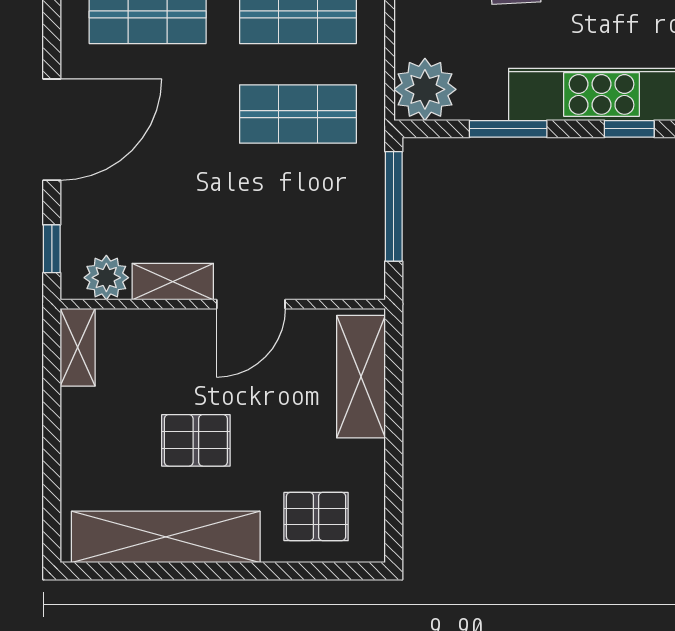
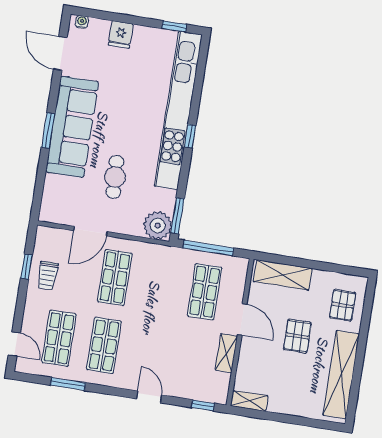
shop shelf: (298, 114) -> (205, 292), moved
window: (508, 129) -> (177, 216), moved
door: (52, 130) -> (149, 397), width x0.53
plant: (106, 278) -> (220, 383), removed
pallet: (196, 440) -> (297, 336), moved

